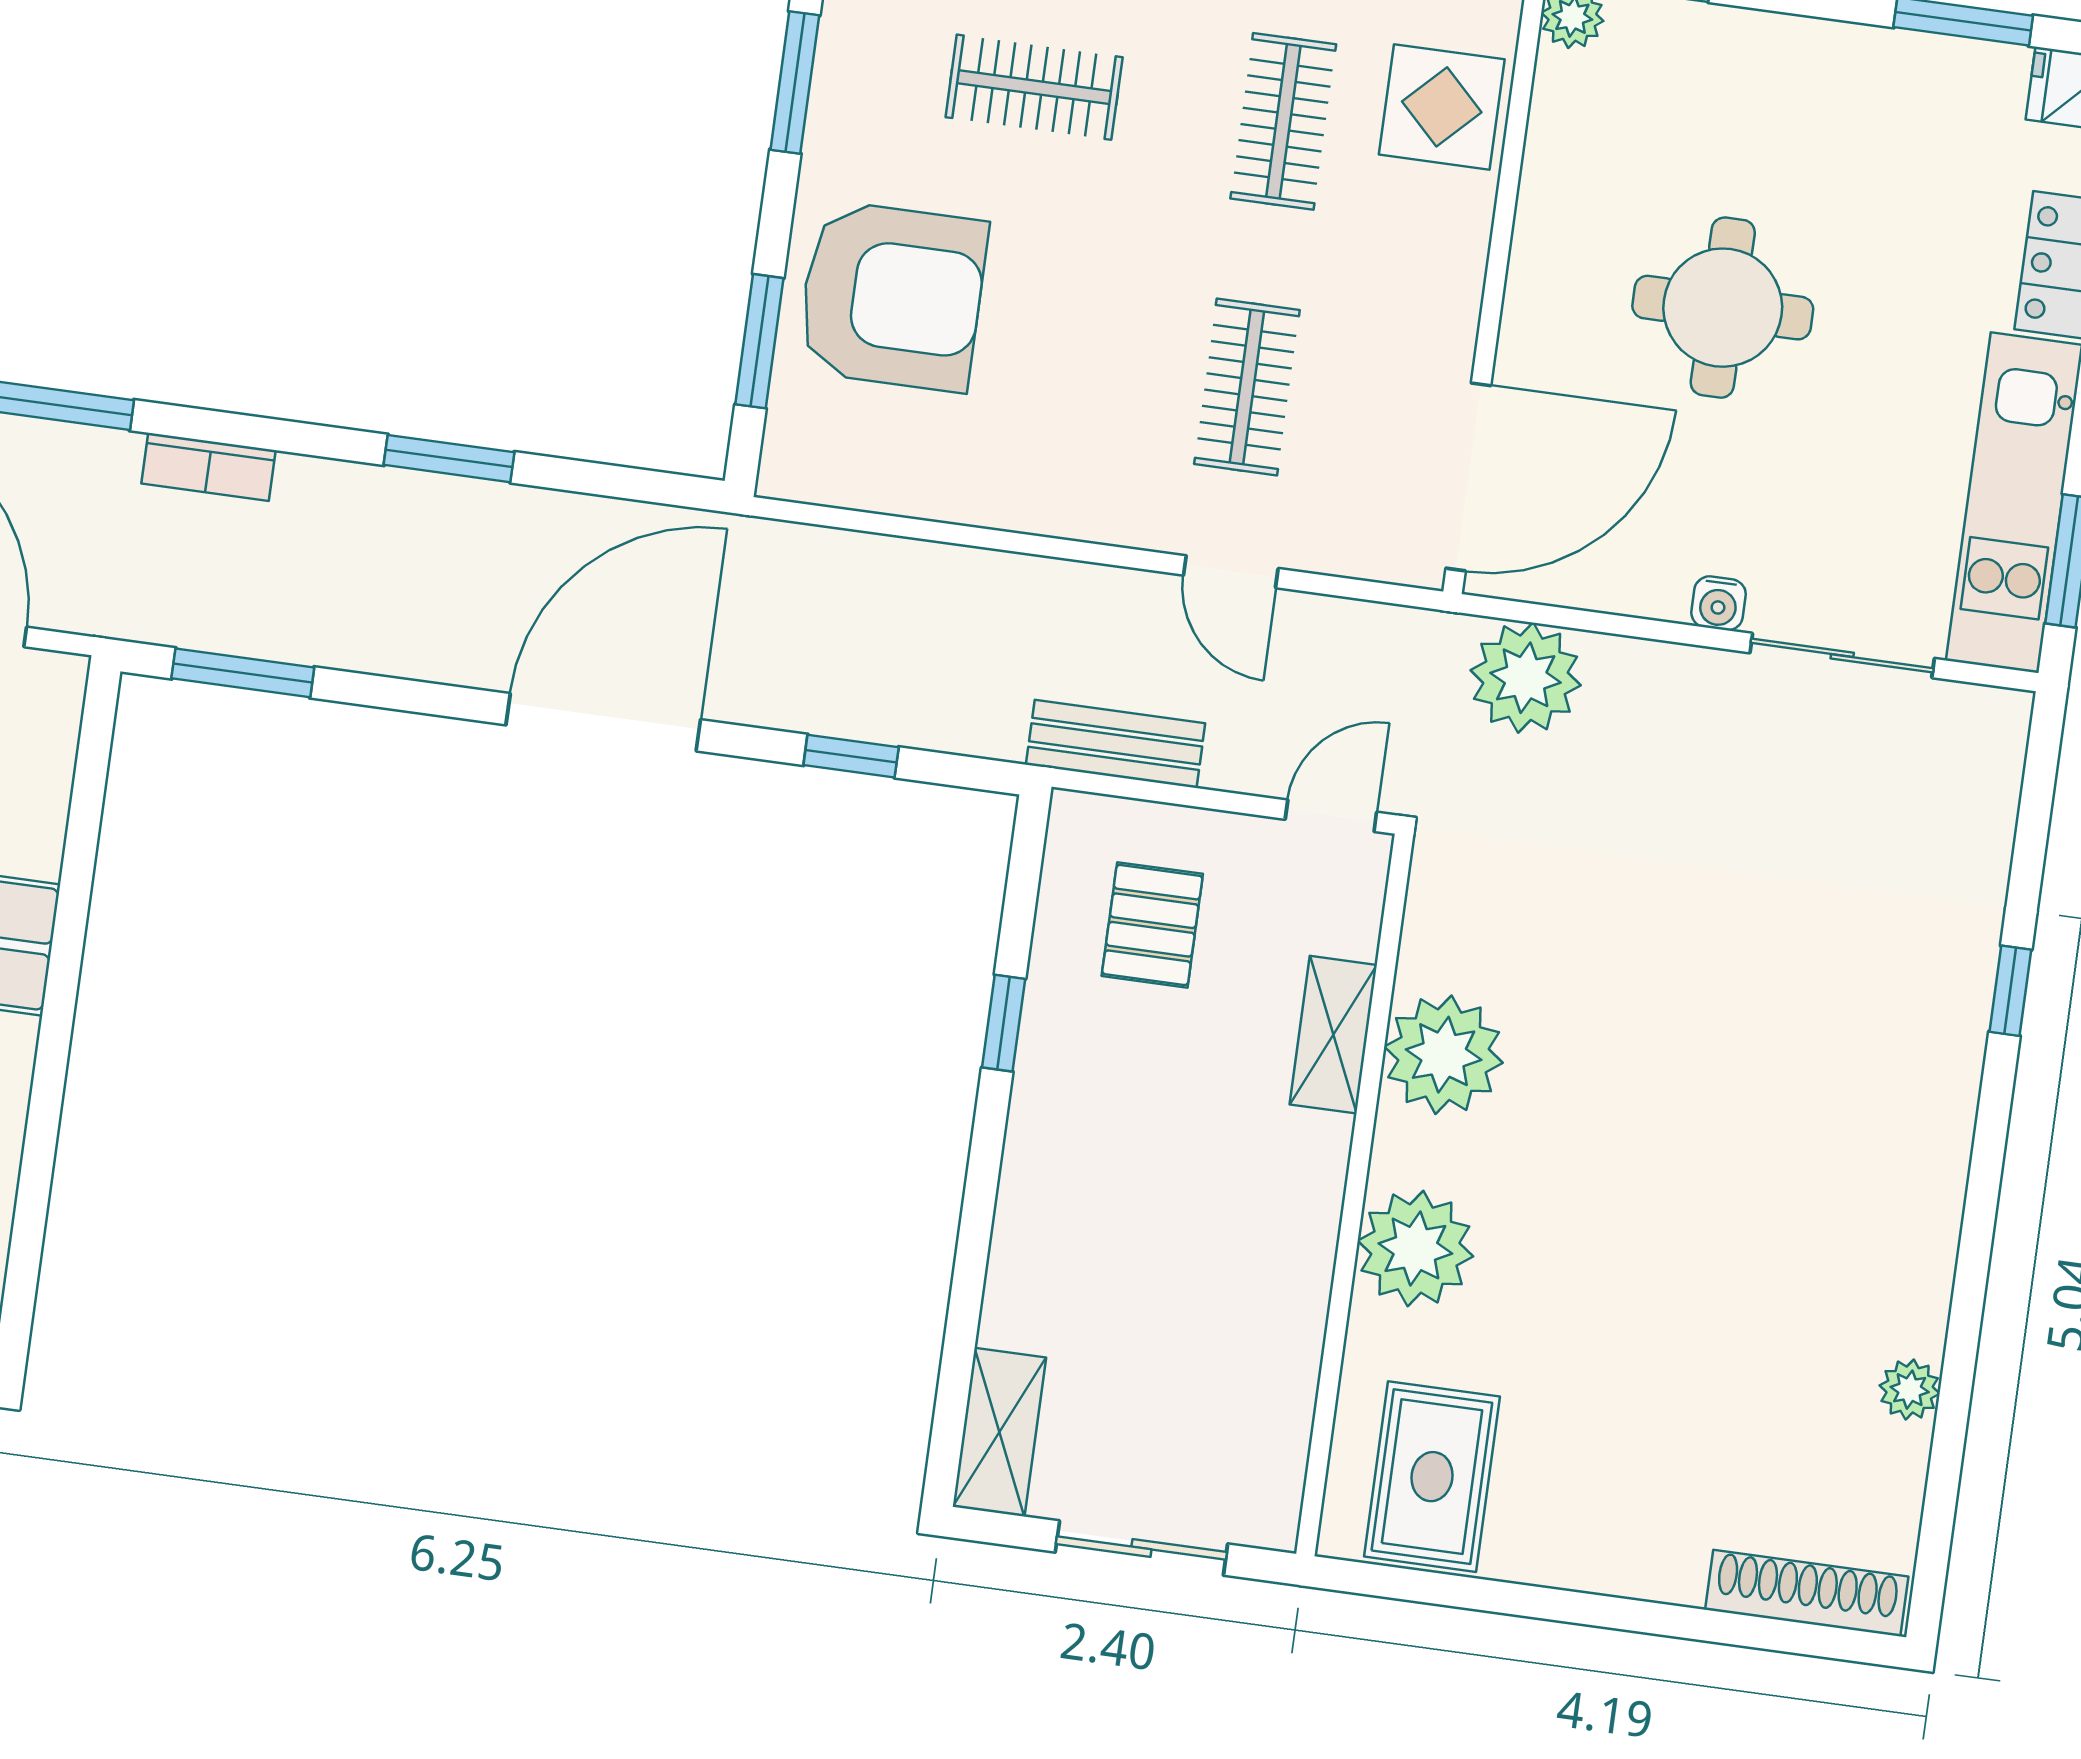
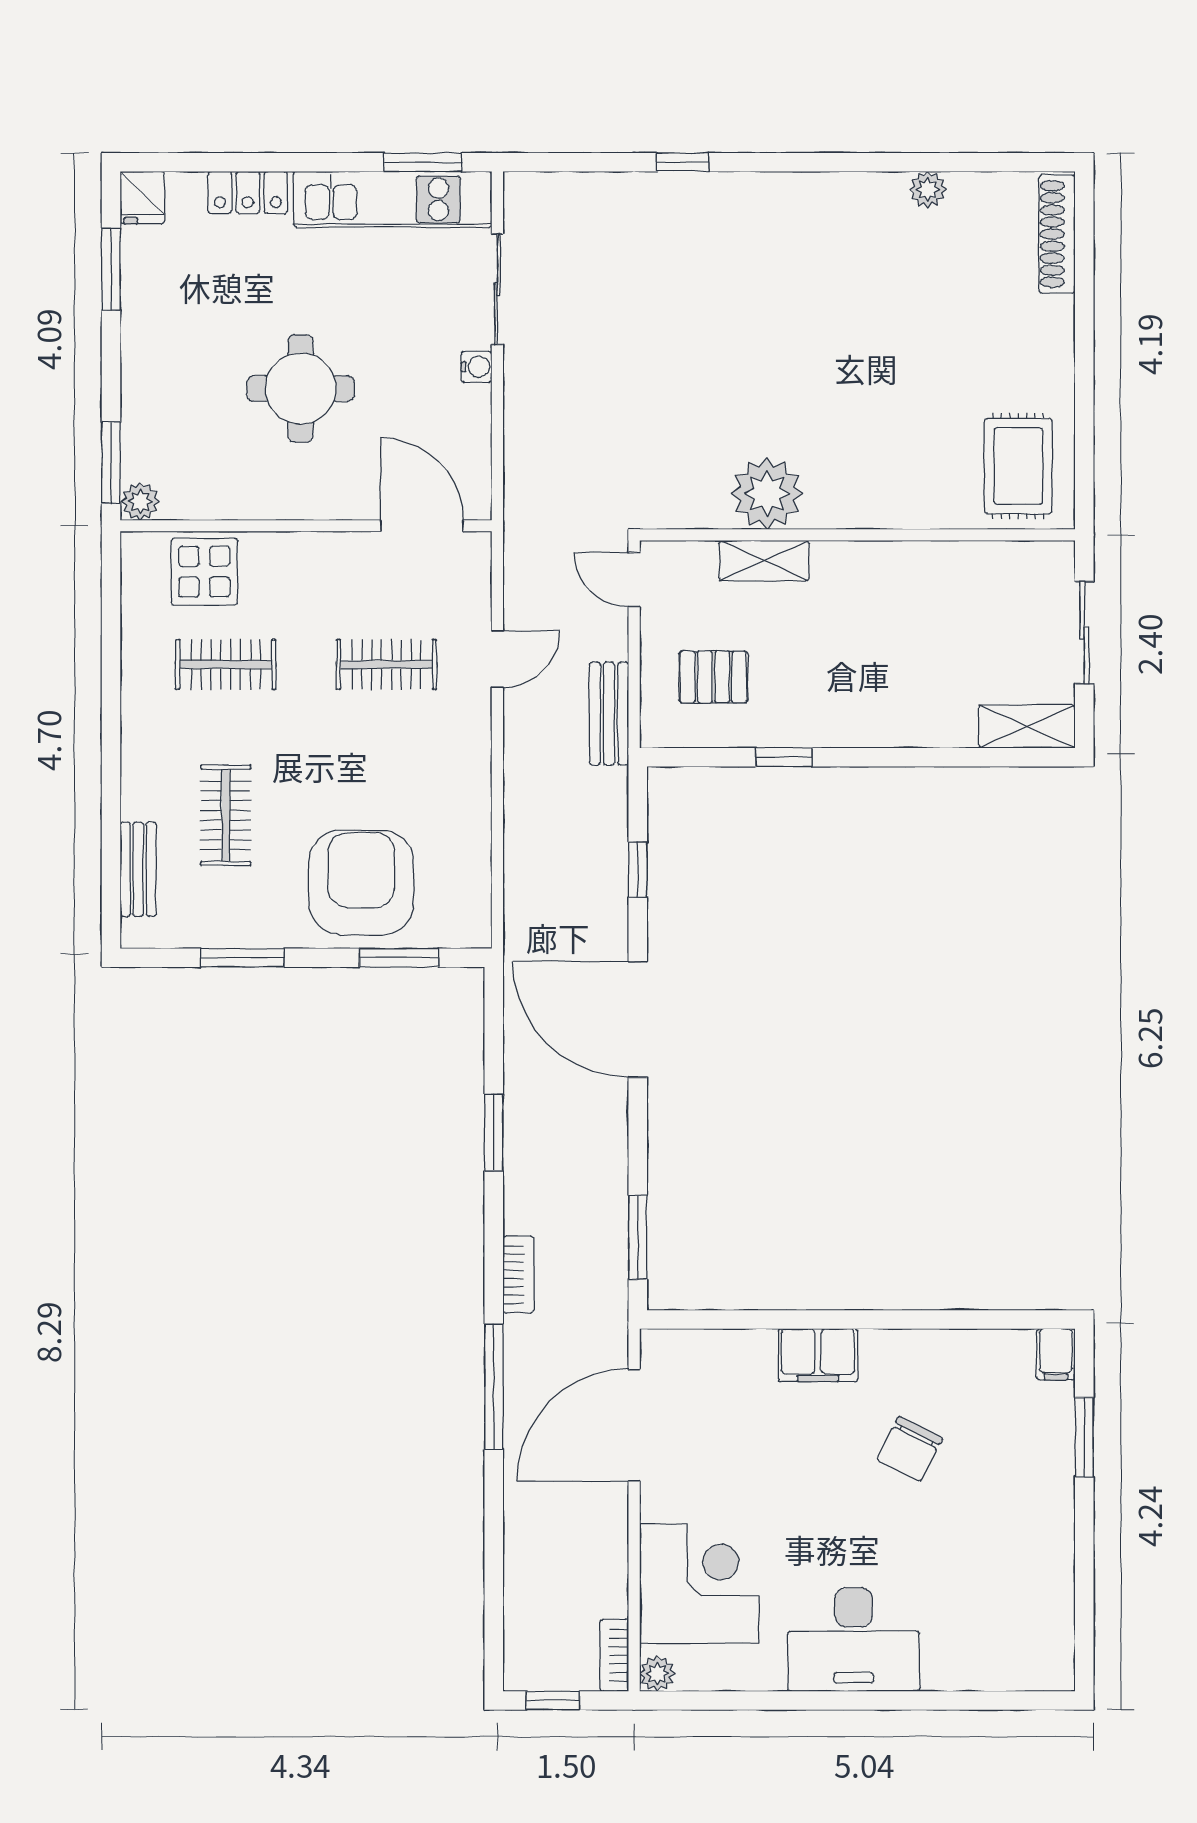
door: (1468, 477) -> (422, 526), width x0.73
plant: (1526, 678) -> (536, 475), removed
plant: (1415, 1248) -> (884, 494), removed
rug: (1432, 1477) -> (1018, 466), turned 90

